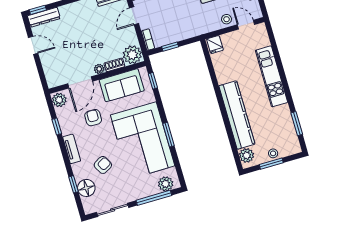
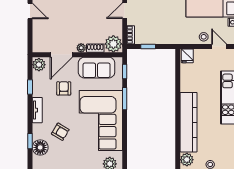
window: (169, 135) -> (125, 99), moved
armchair: (103, 165) -> (60, 132), turned 60

